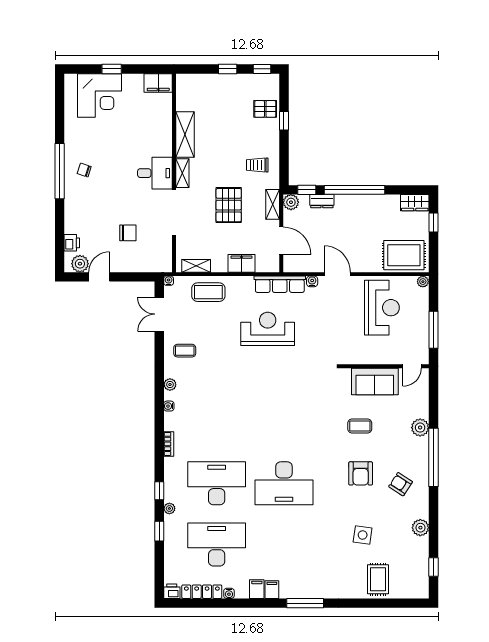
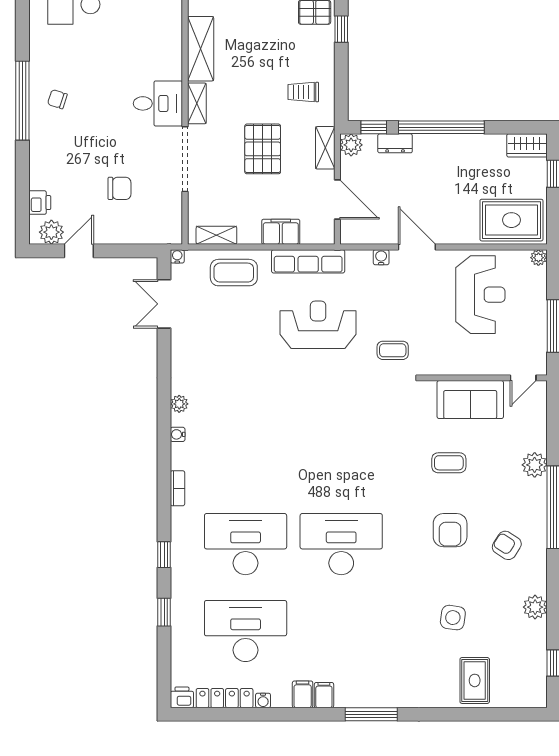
row of seats: (280, 284) -> (308, 261), moved
coffee table: (185, 351) -> (393, 350), moved
desk: (284, 483) -> (341, 544), turned 180
plant: (169, 508) -> (178, 580), removed

